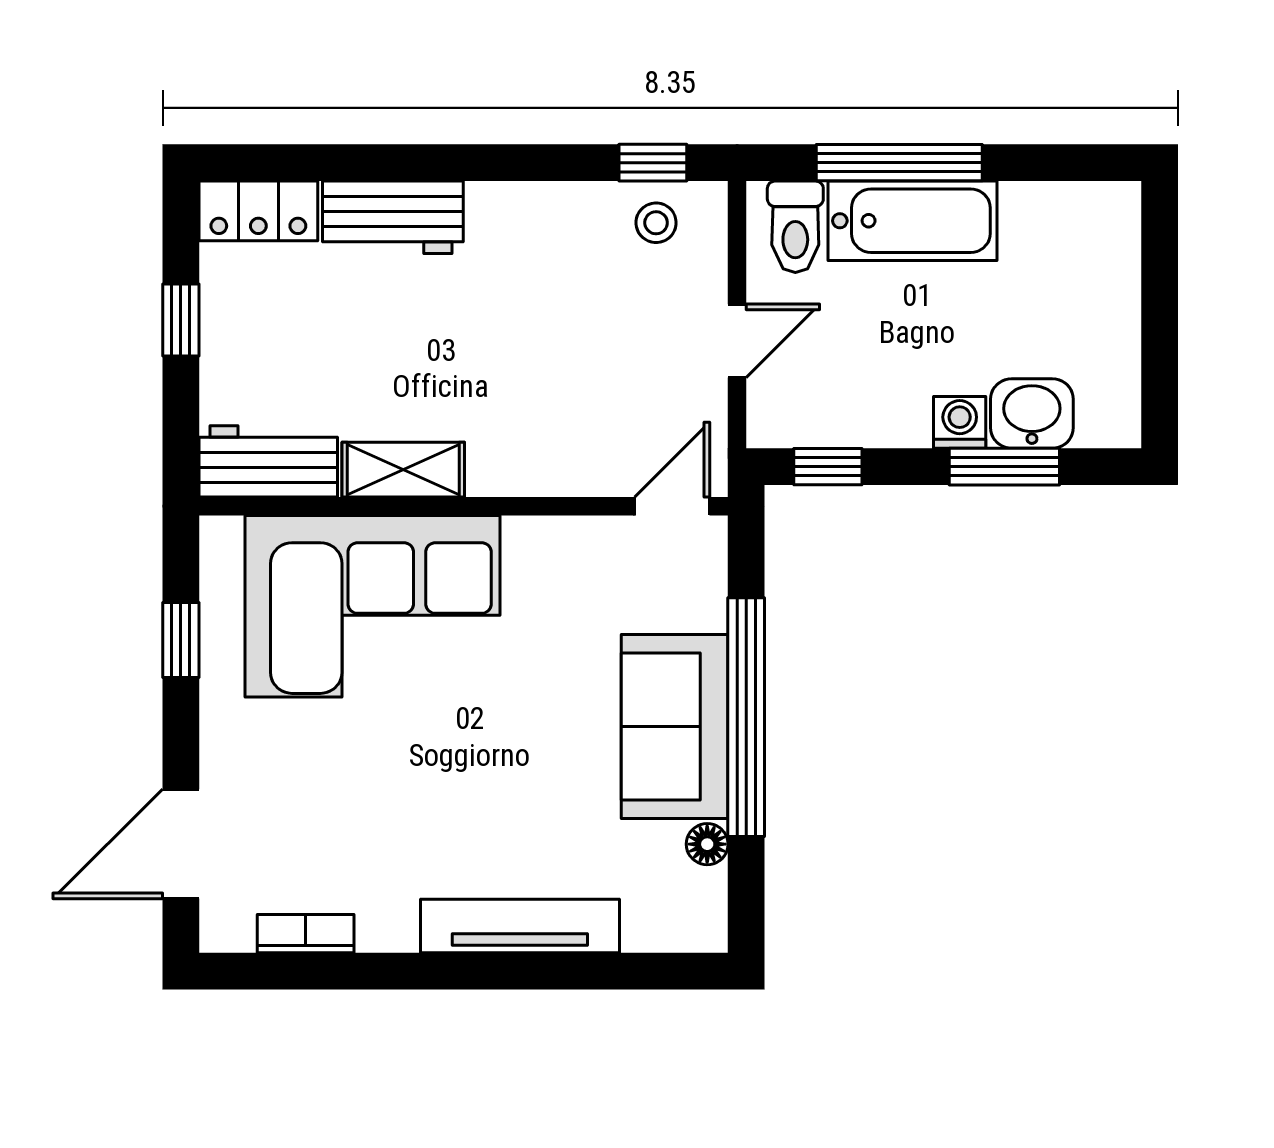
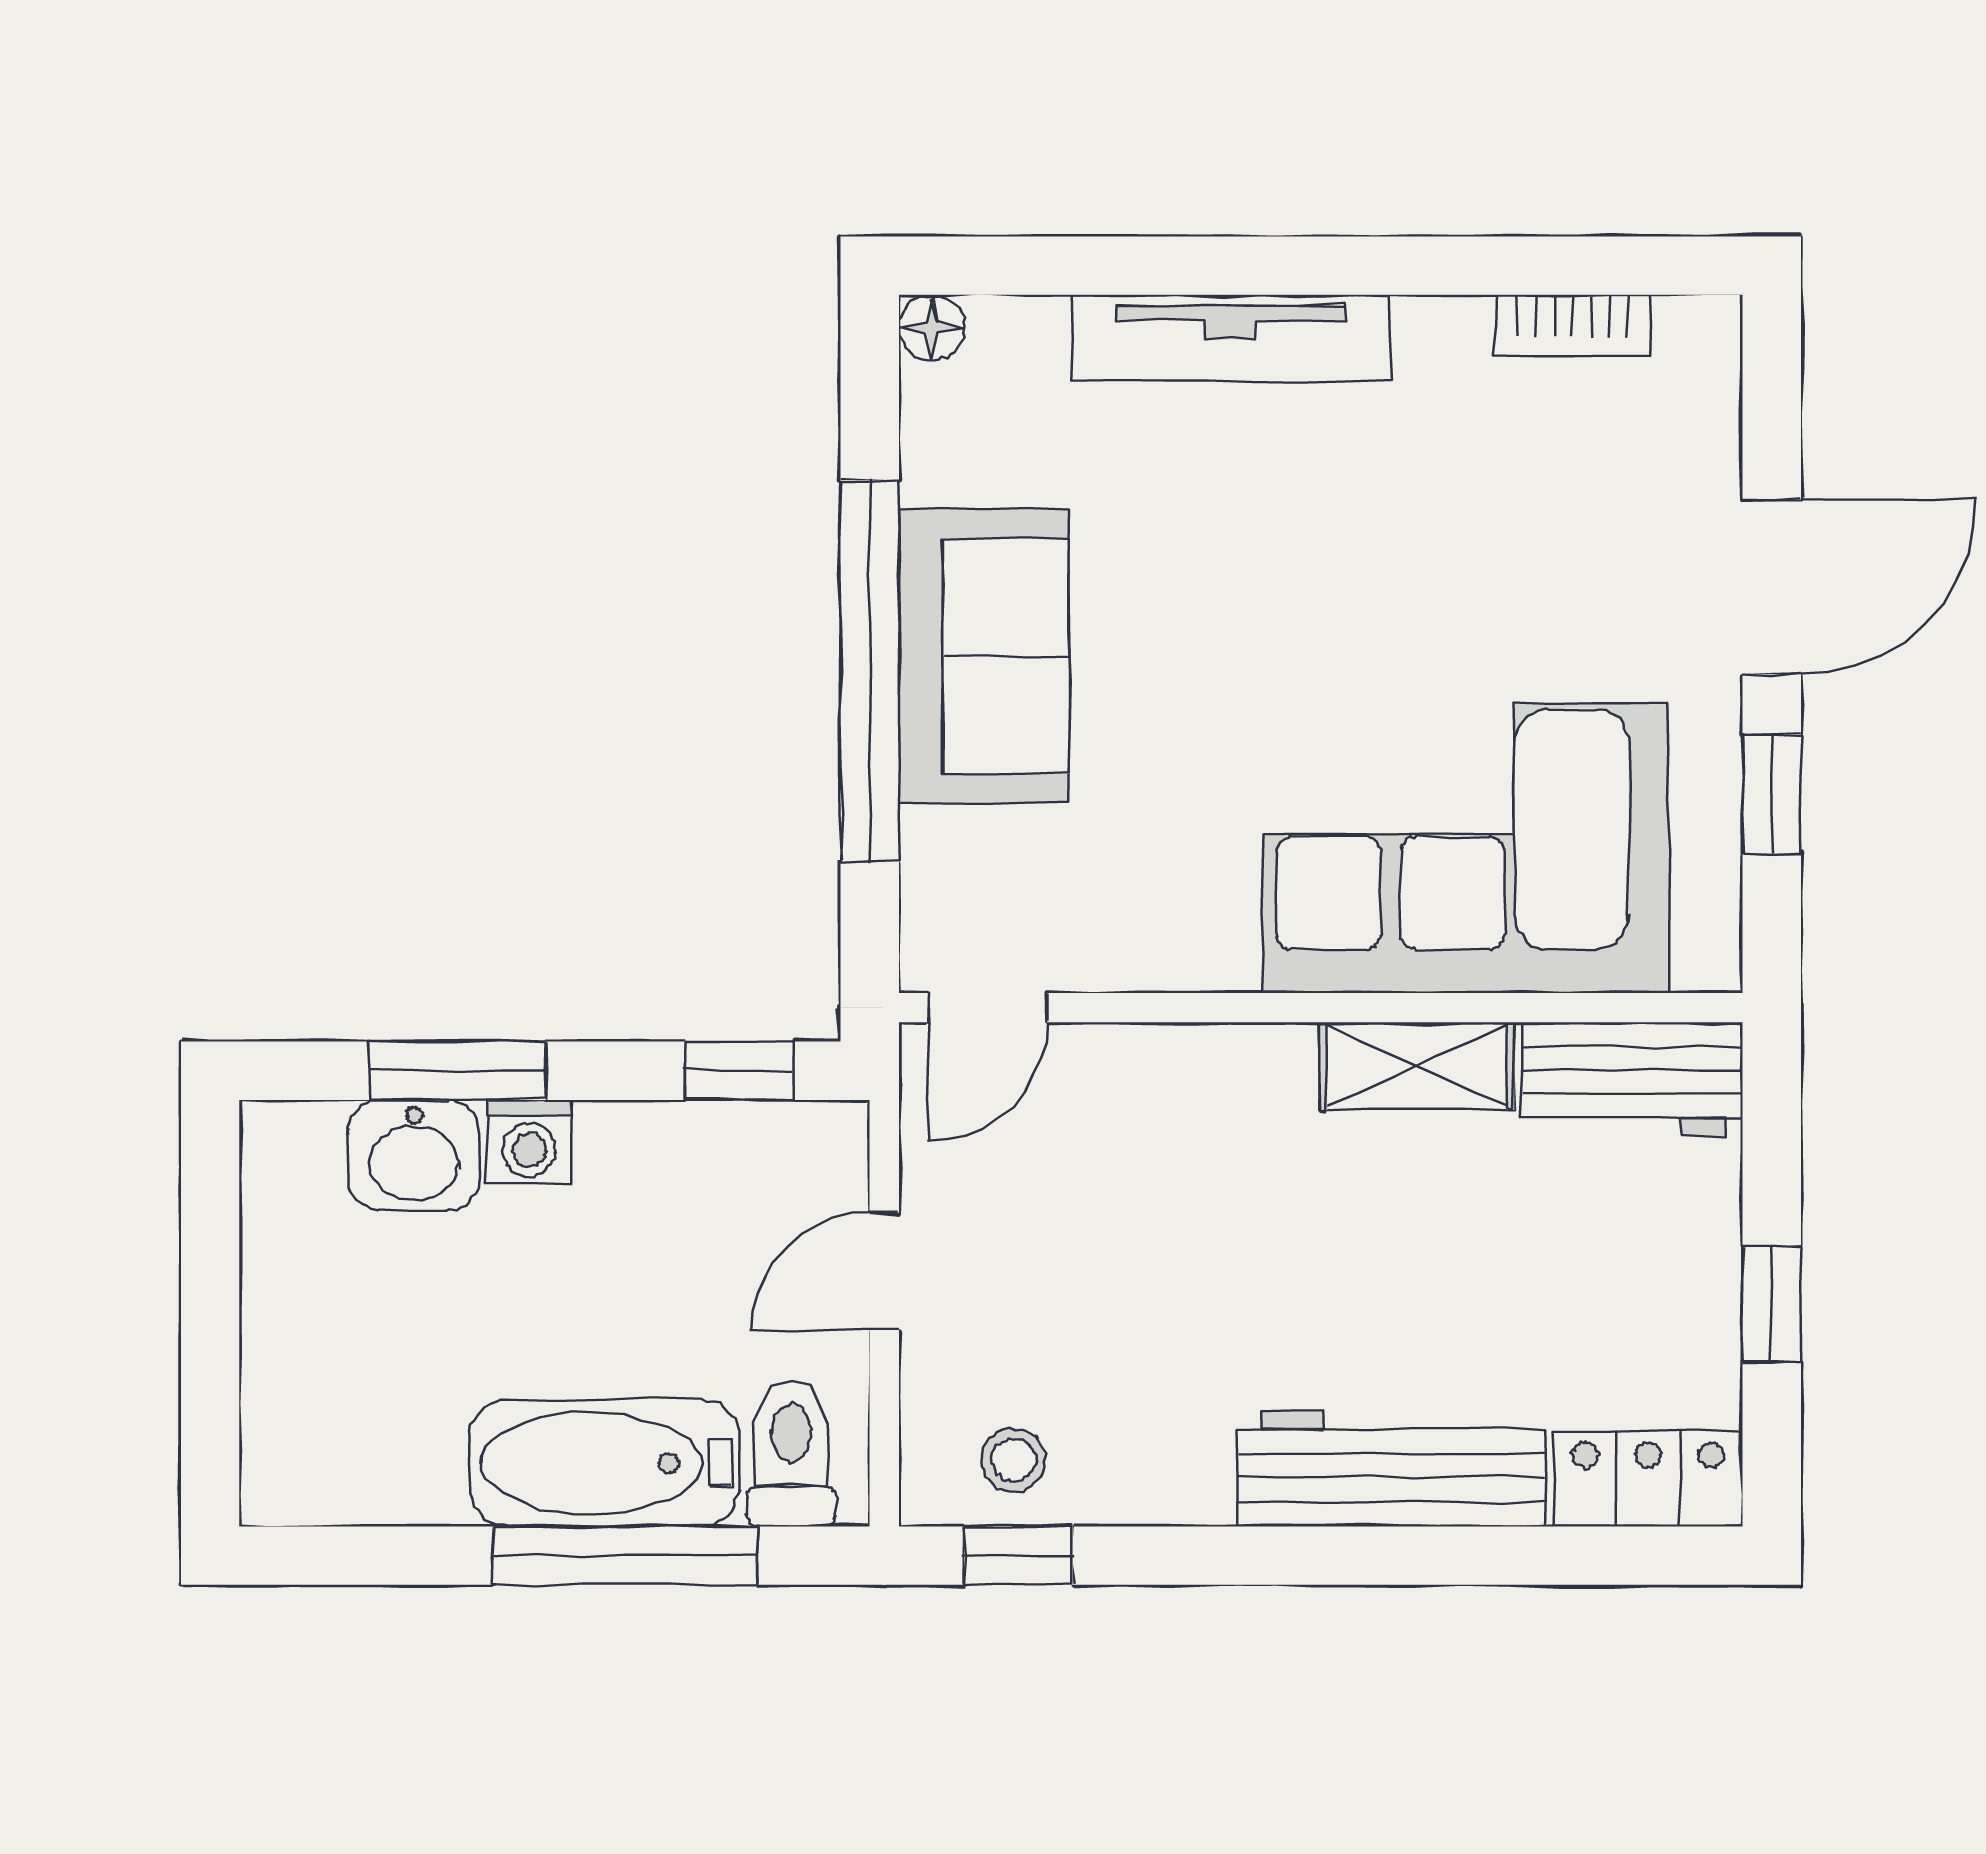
workbench: (393, 217) -> (1391, 1469), width x1.38
door: (181, 844) -> (1772, 587), moved
floor lamp: (707, 844) -> (932, 328), moved

